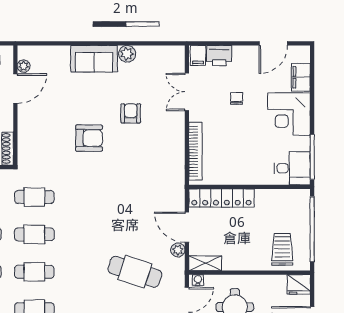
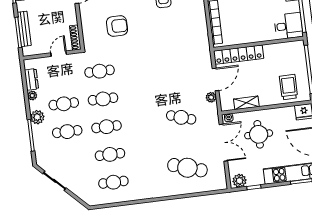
armchair: (89, 138) -> (117, 26), moved
door: (187, 227) -> (216, 79), swing flipped
shelving: (205, 263) -> (246, 103), moved
cafe table: (135, 272) -> (181, 117), width x0.73, depth x0.74

